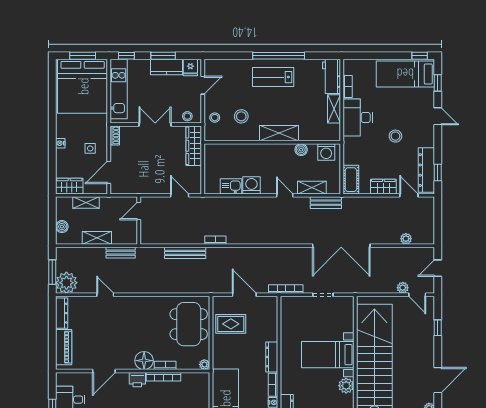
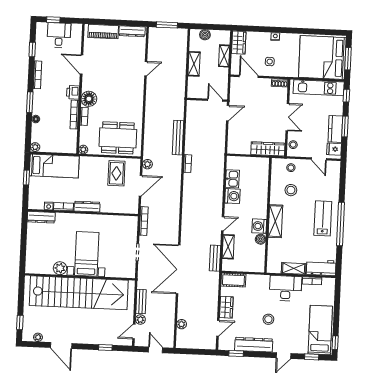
washing machine: (326, 152) -> (259, 226), moved
dresser: (426, 170) -> (254, 345), moved
door: (180, 195) -> (228, 113), moved
bench: (121, 253) -> (141, 302), moved
plant: (66, 283) -> (147, 164), moved, width x0.53, depth x0.53

